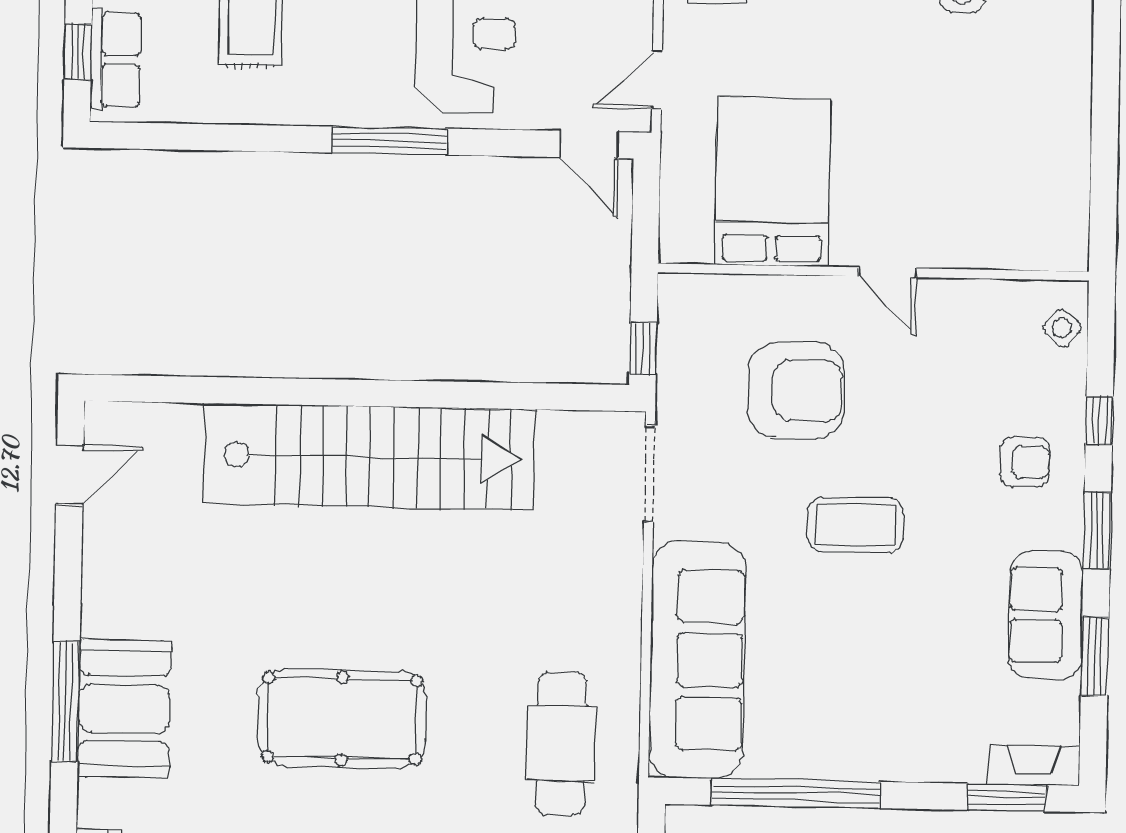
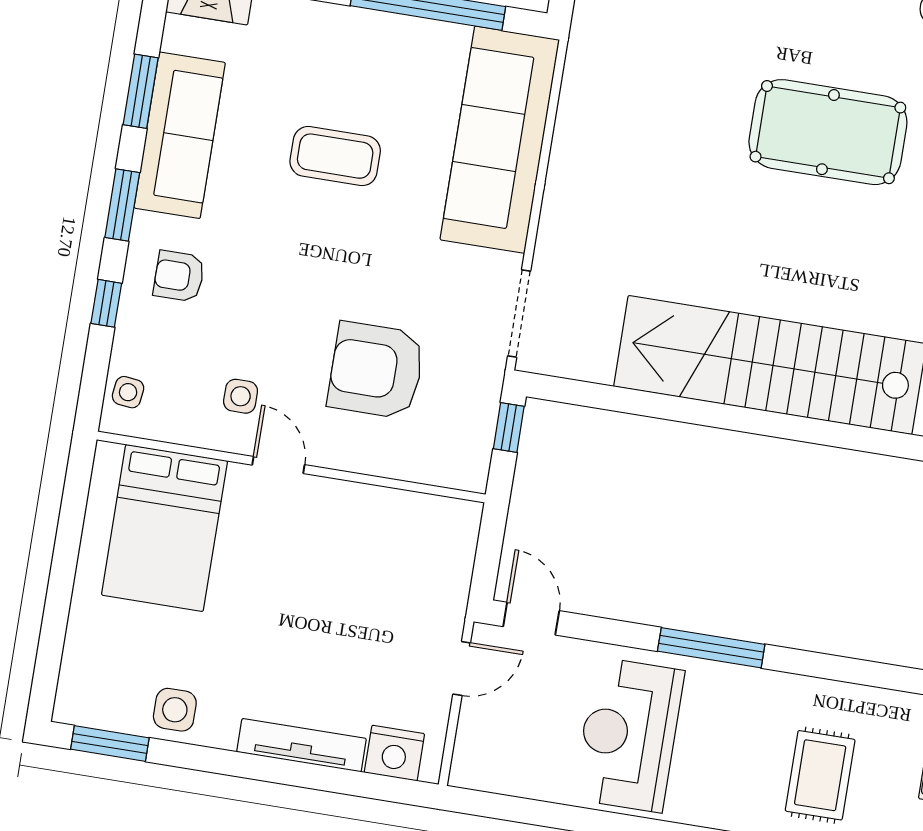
bed: (773, 182) -> (164, 528), moved
side table: (1062, 328) -> (128, 392), turned -35
side table: (939, 341) -> (241, 396), added
coffee table: (855, 525) -> (335, 156), moved
sofa: (1046, 615) -> (180, 135), width x1.36
cafe table: (561, 743) -> (634, 82), removed

